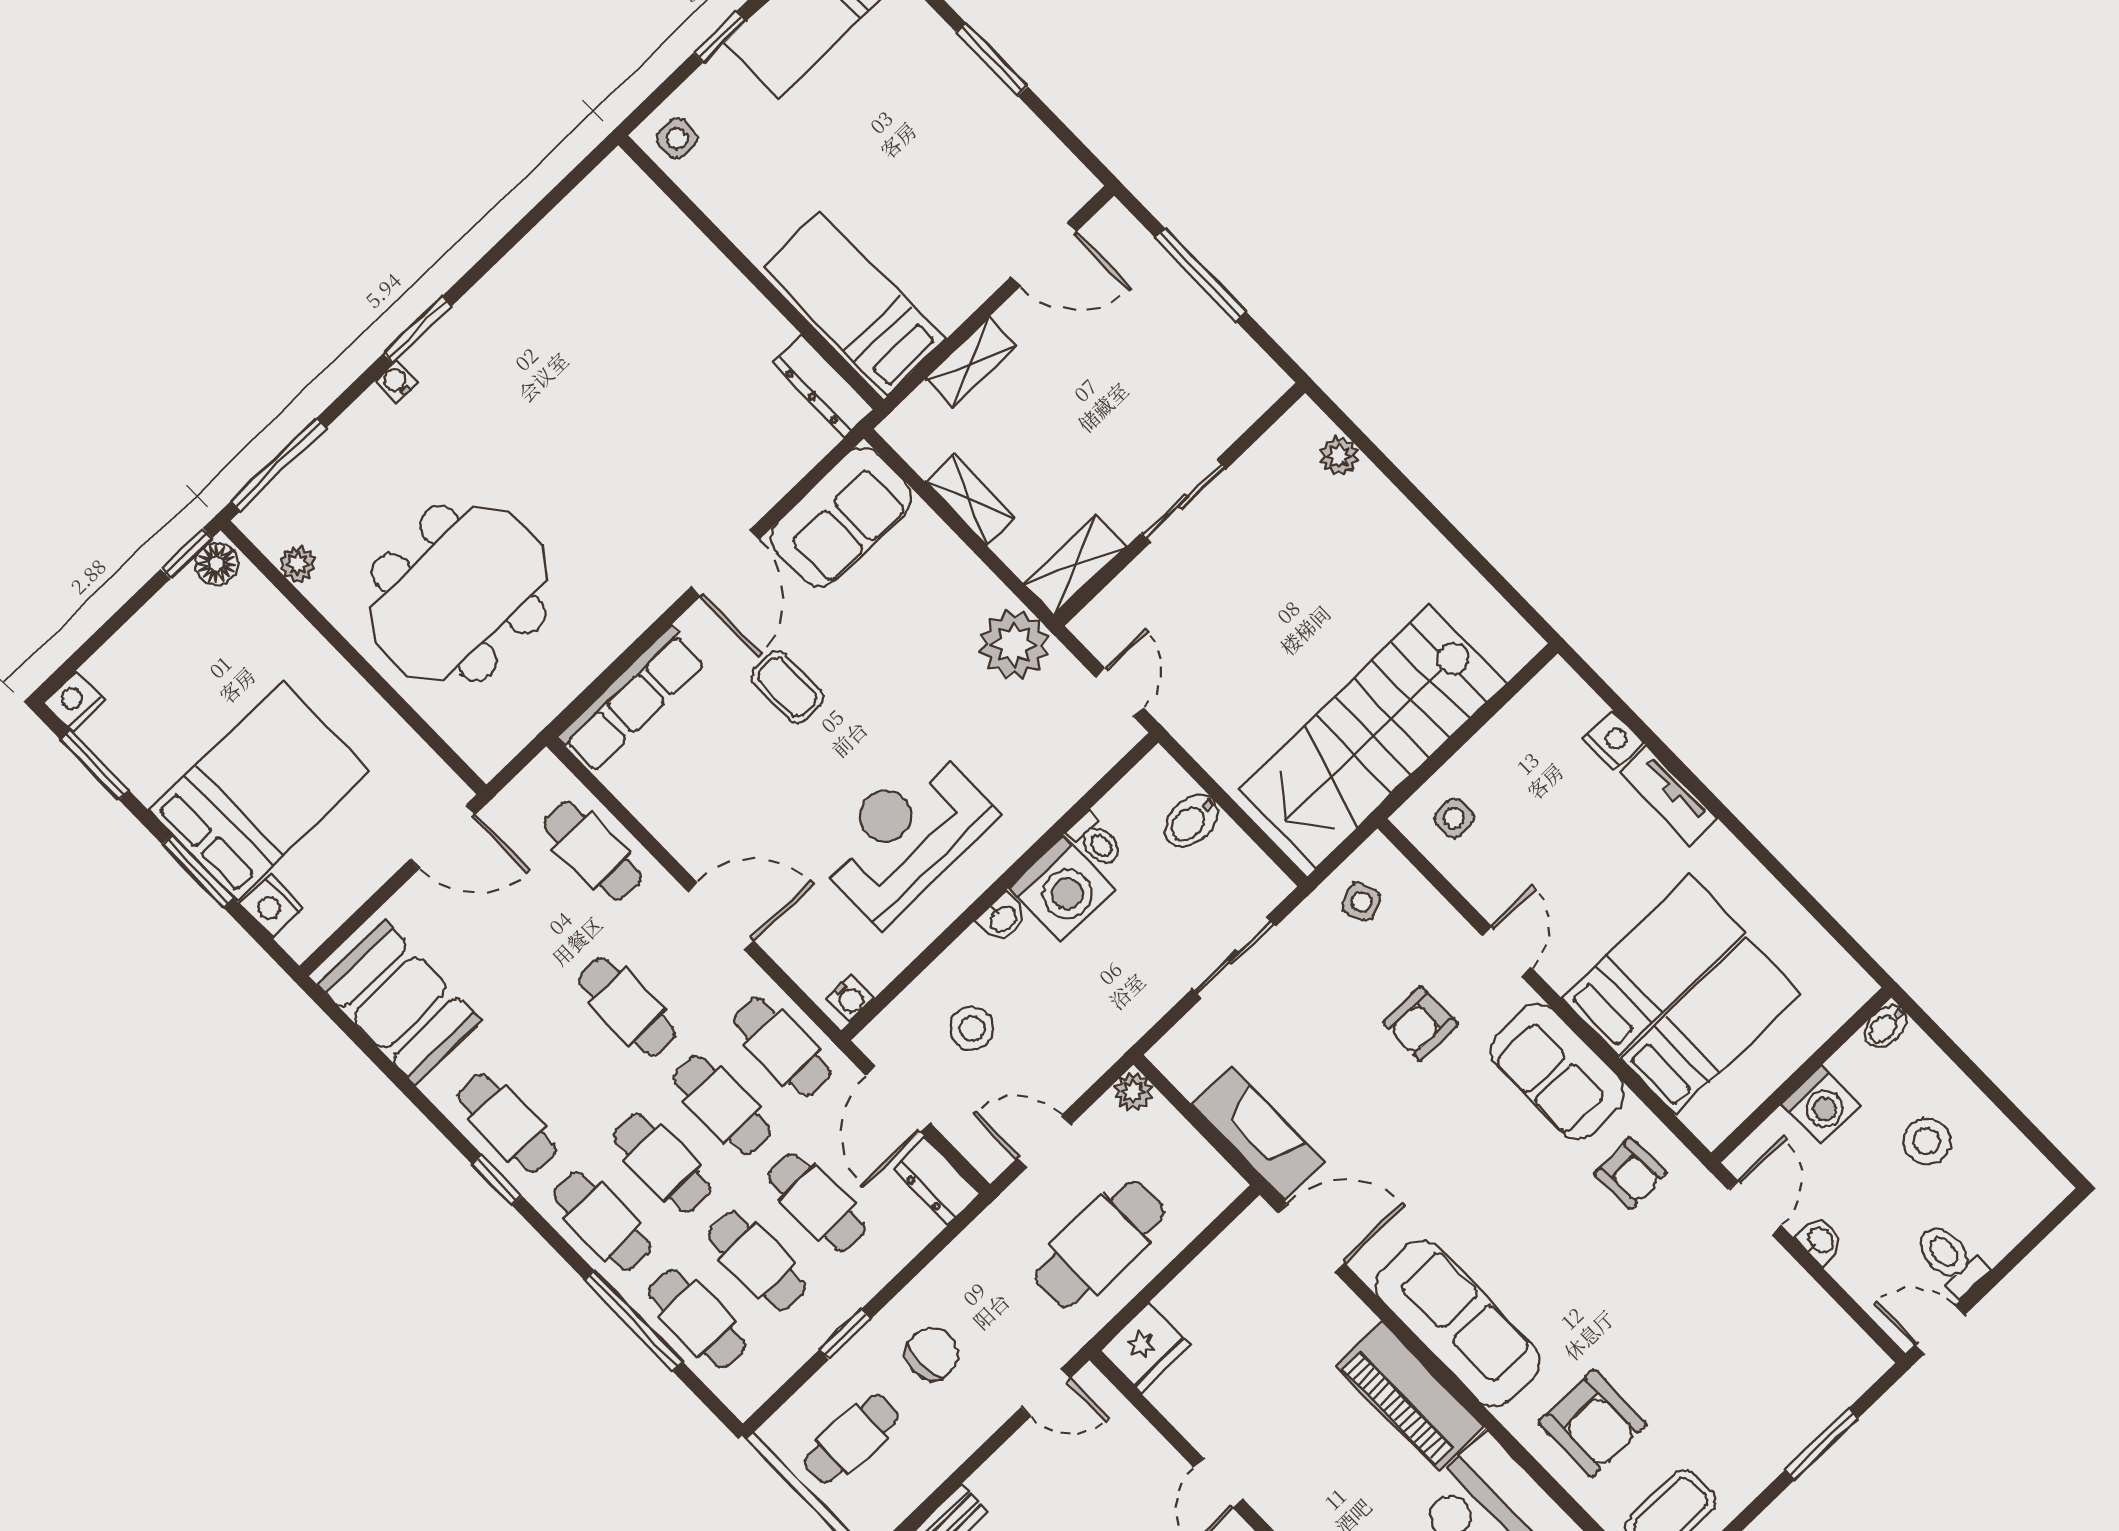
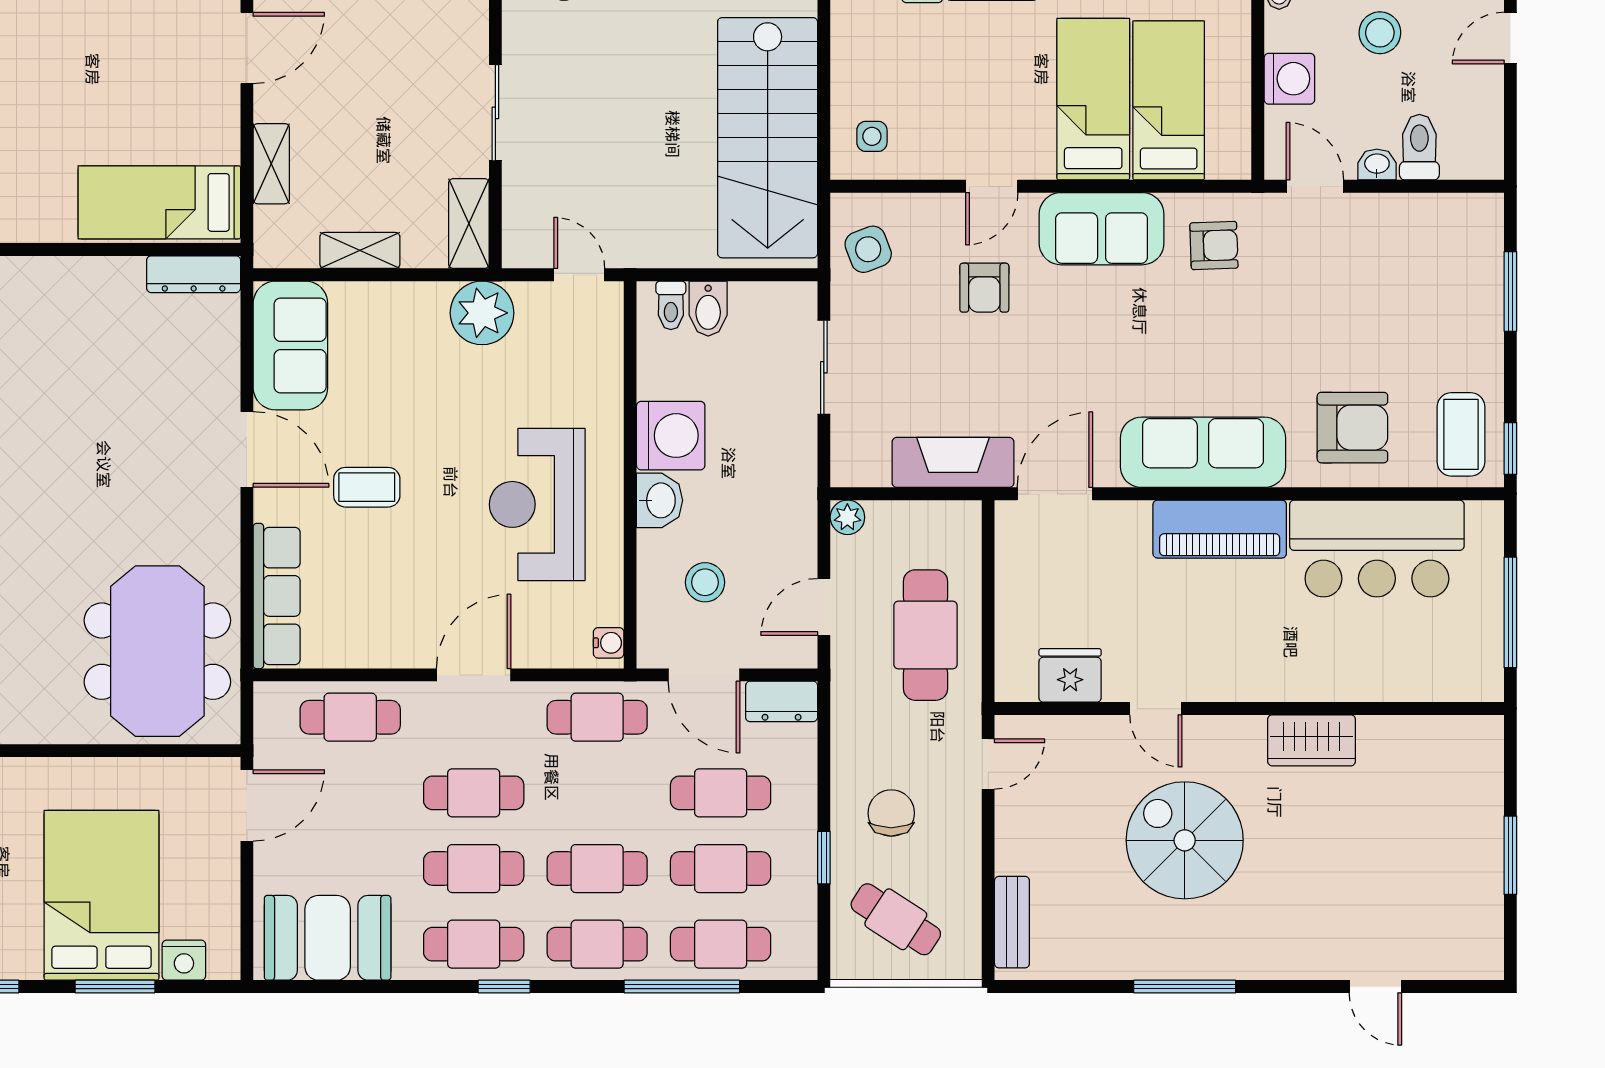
meeting table: (458, 593) -> (157, 651), moved
toilet: (1096, 840) -> (671, 305), moved, turned 90
side table: (1362, 902) -> (868, 249), width x1.37, depth x1.37
washbasin: (1002, 918) -> (660, 500), width x1.38, depth x1.45
door: (1507, 952) -> (992, 186), swing flipped
cafe table: (722, 1105) -> (474, 869), moved
toilet: (1951, 1259) -> (1419, 147), moved, turned 90
door: (1939, 1330) -> (1510, 38), moved
fridge: (1145, 1348) -> (1070, 675), moved, turned -90
cafe table: (851, 1439) -> (896, 919), turned -59

